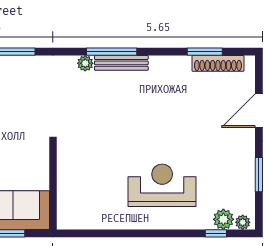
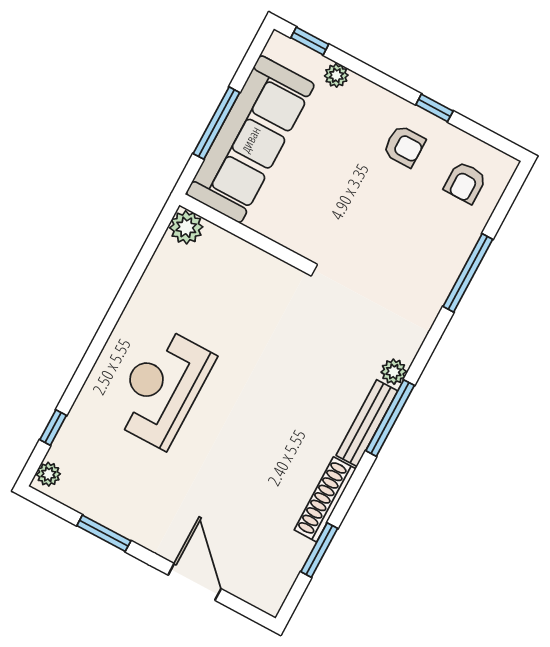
shoe rack: (218, 63) -> (325, 499), moved
reception desk: (162, 185) -> (162, 388), turned 180
plant: (223, 219) -> (186, 227), moved

